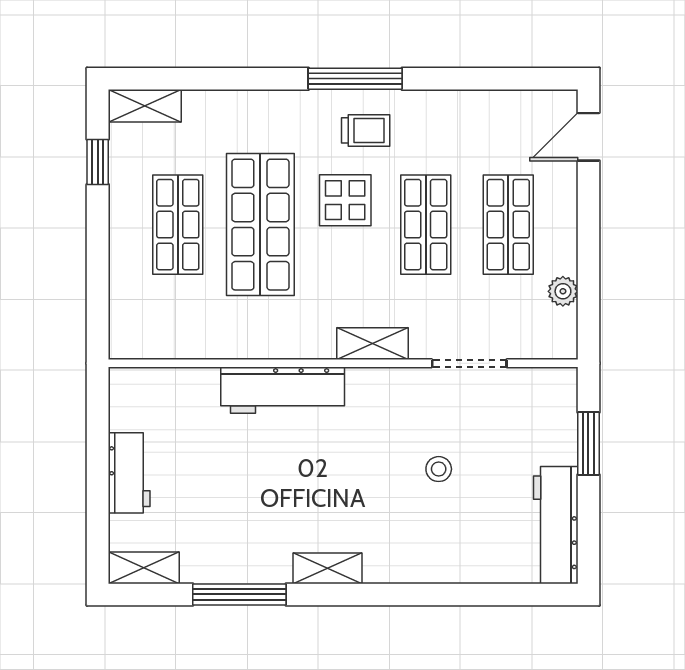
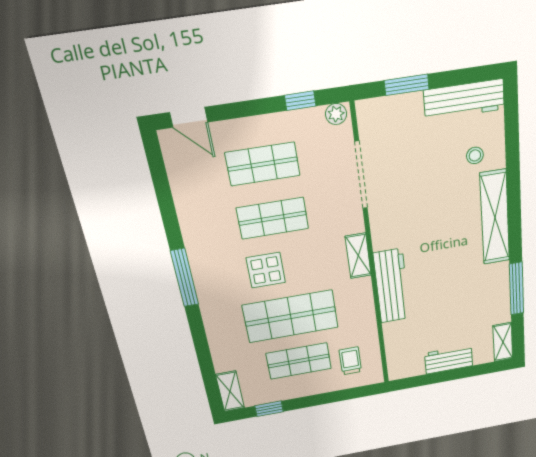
trolley: (366, 130) -> (350, 361), moved
plant: (563, 291) -> (336, 114), moved
window: (588, 292) -> (300, 101), added
shelving: (373, 344) -> (358, 256), moved
doorway: (469, 363) -> (361, 175), width x1.36
stool: (439, 469) -> (475, 155), moved
shelving: (328, 568) -> (495, 217), width x2.20, depth x1.33

